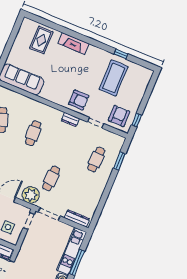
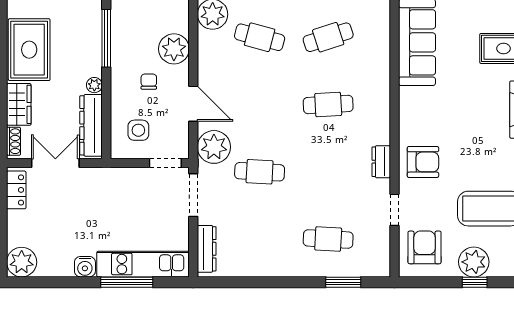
plant: (136, 96) -> (474, 262), added
armchair: (79, 100) -> (423, 162), turned -90
armchair: (119, 116) -> (425, 247), turned -90
window: (137, 120) -> (475, 282), moved

